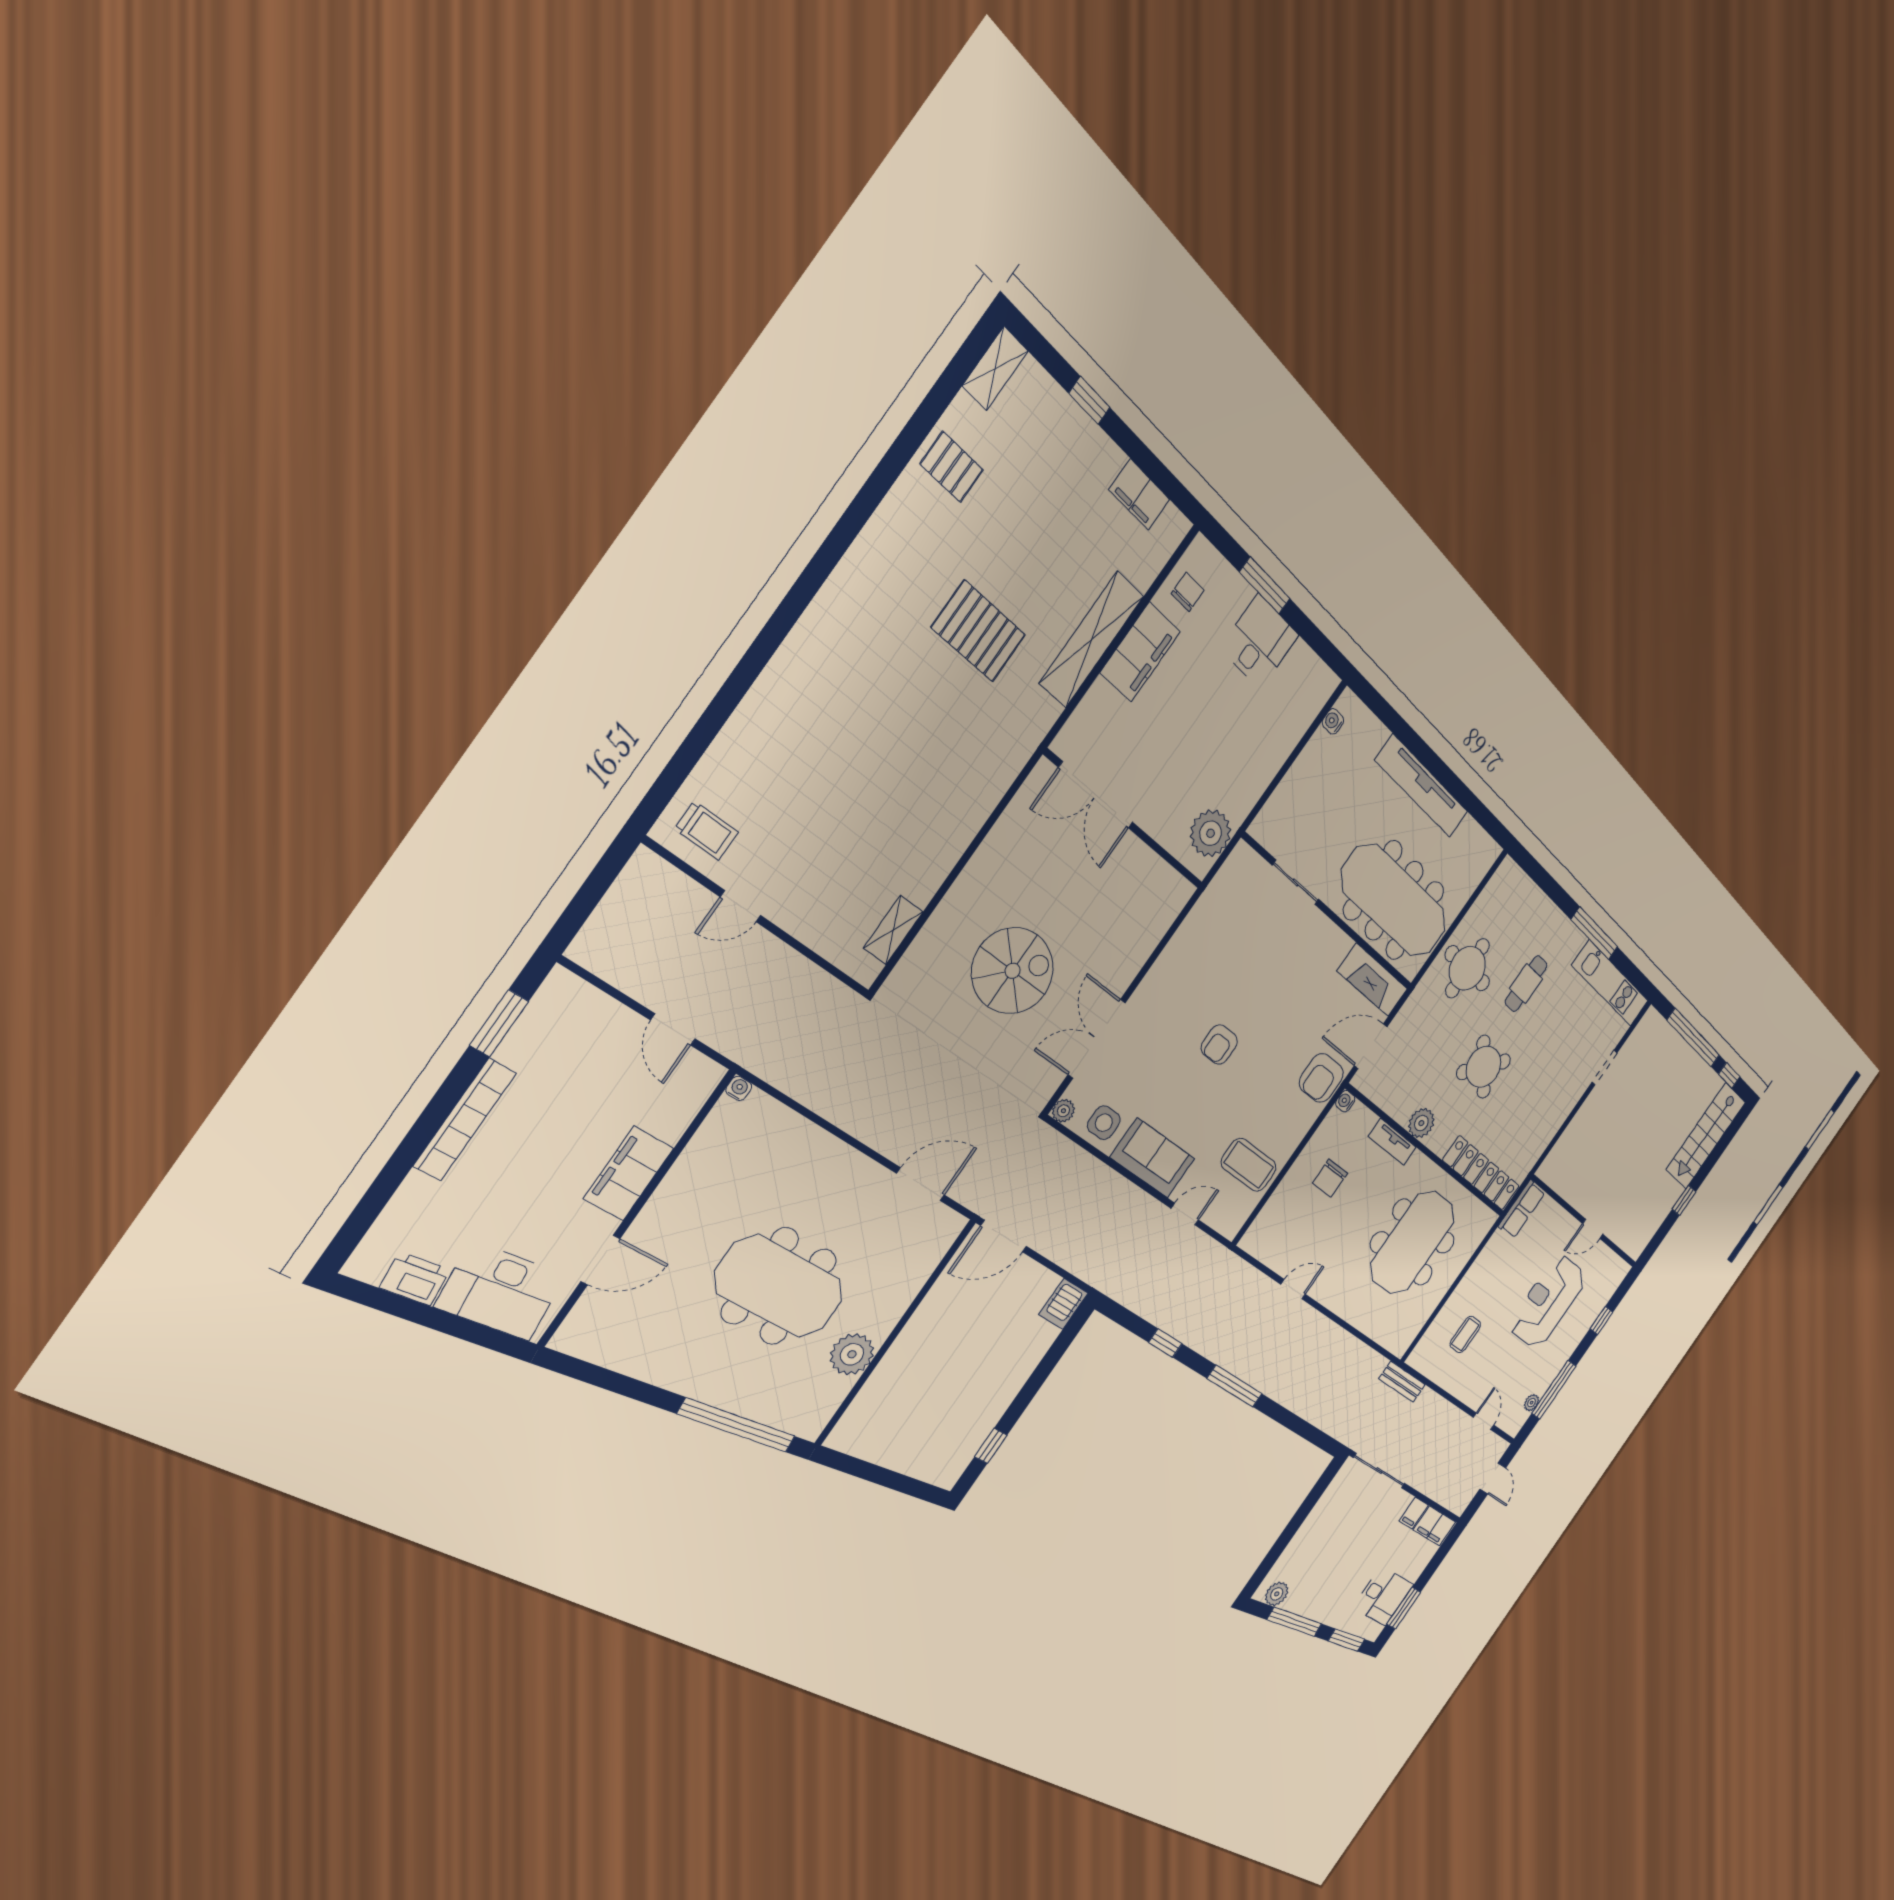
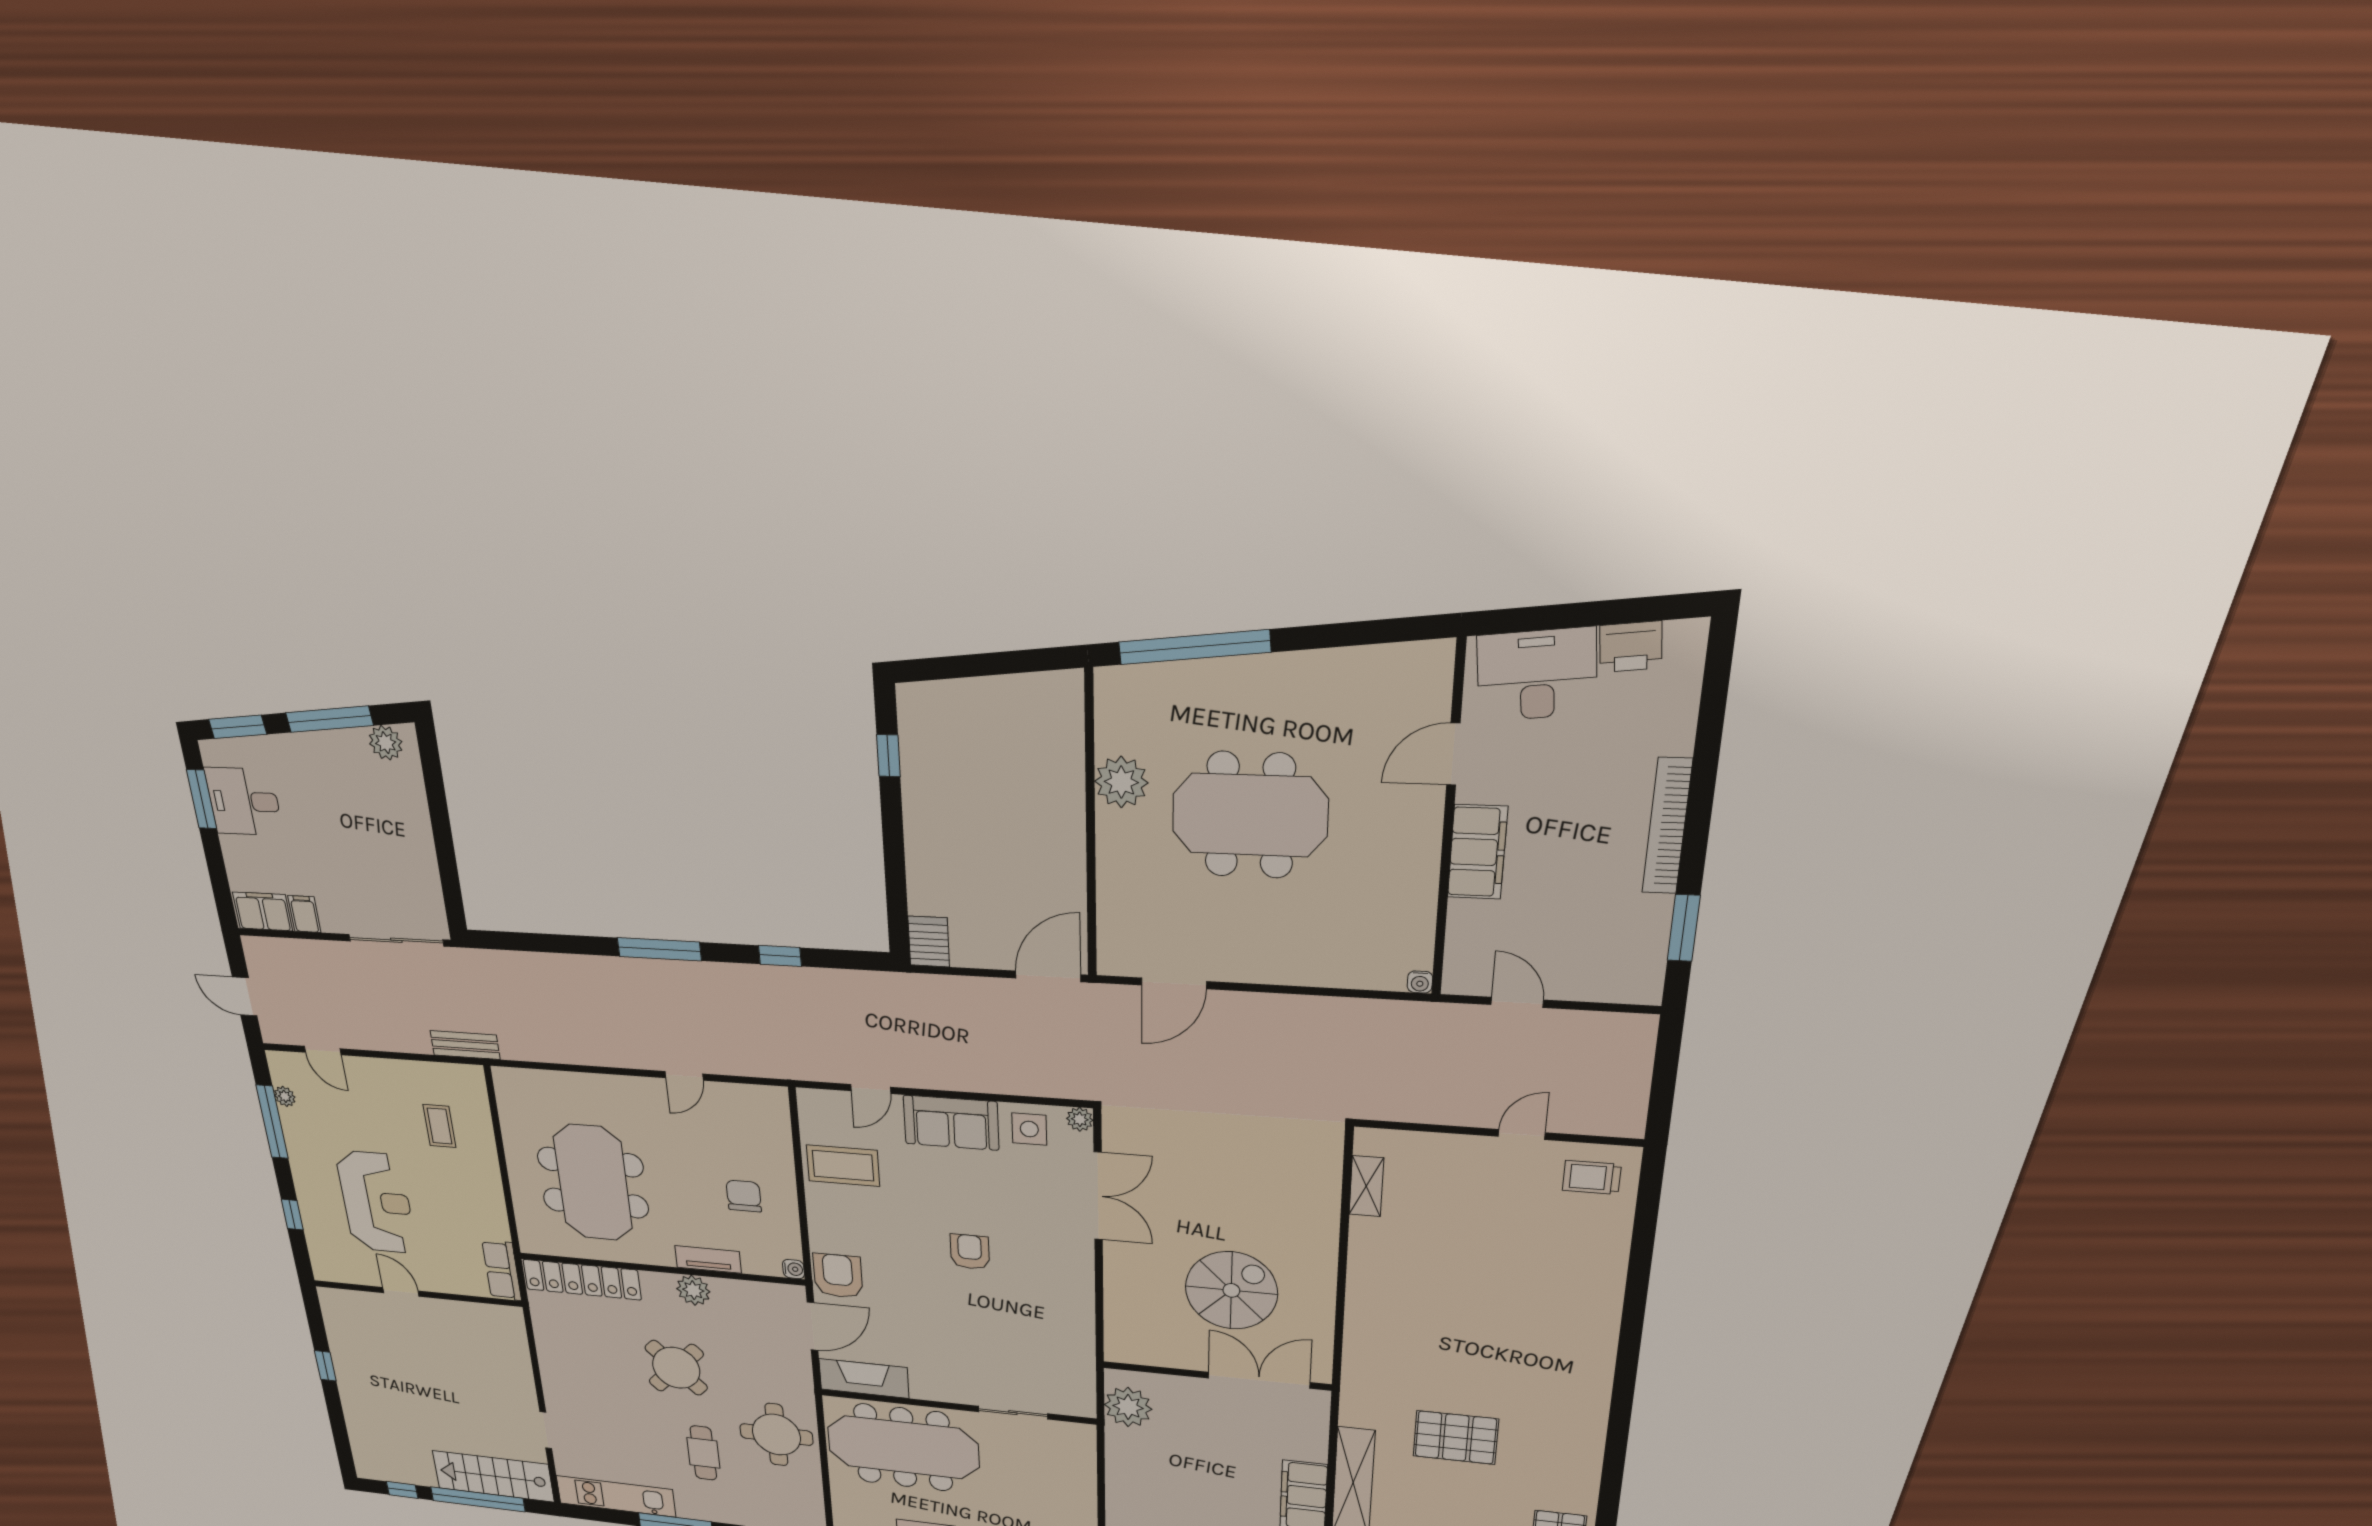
spiral stairs: (1013, 971) -> (1231, 1290), moved, turned 180
stairs: (1706, 1136) -> (493, 1476), moved, turned -90
door: (1593, 1229) -> (401, 1292), hinge flipped

